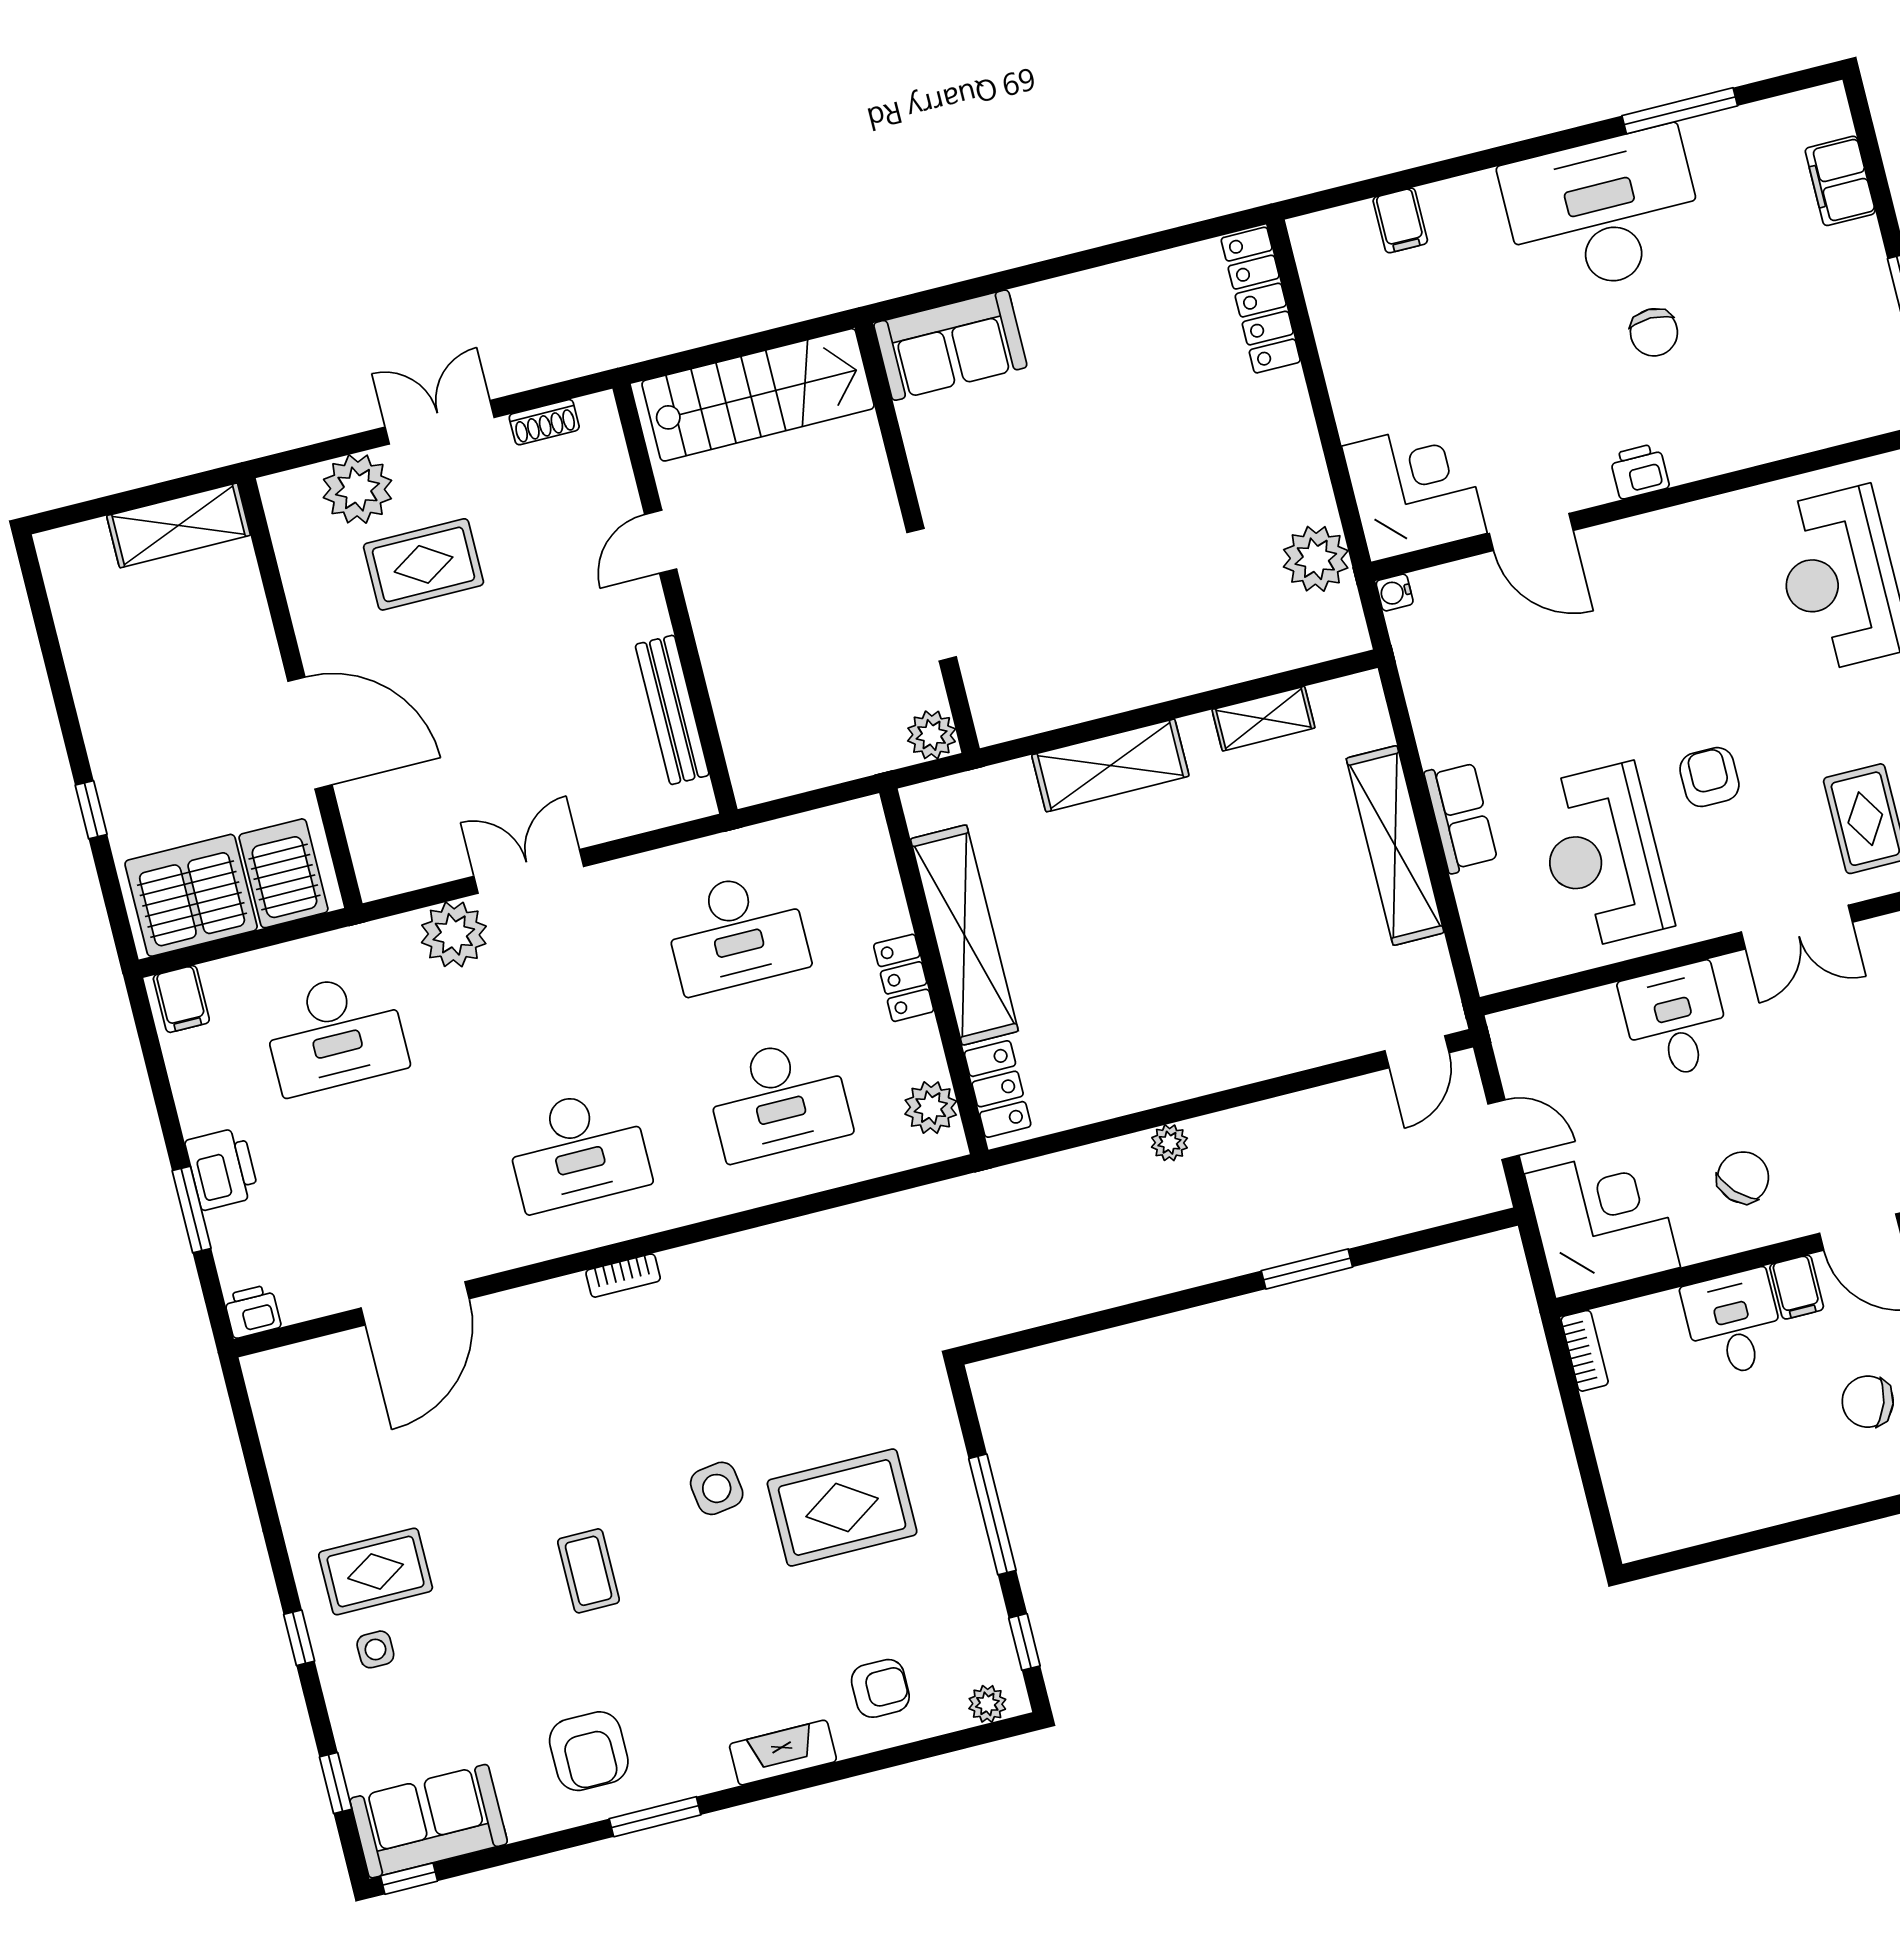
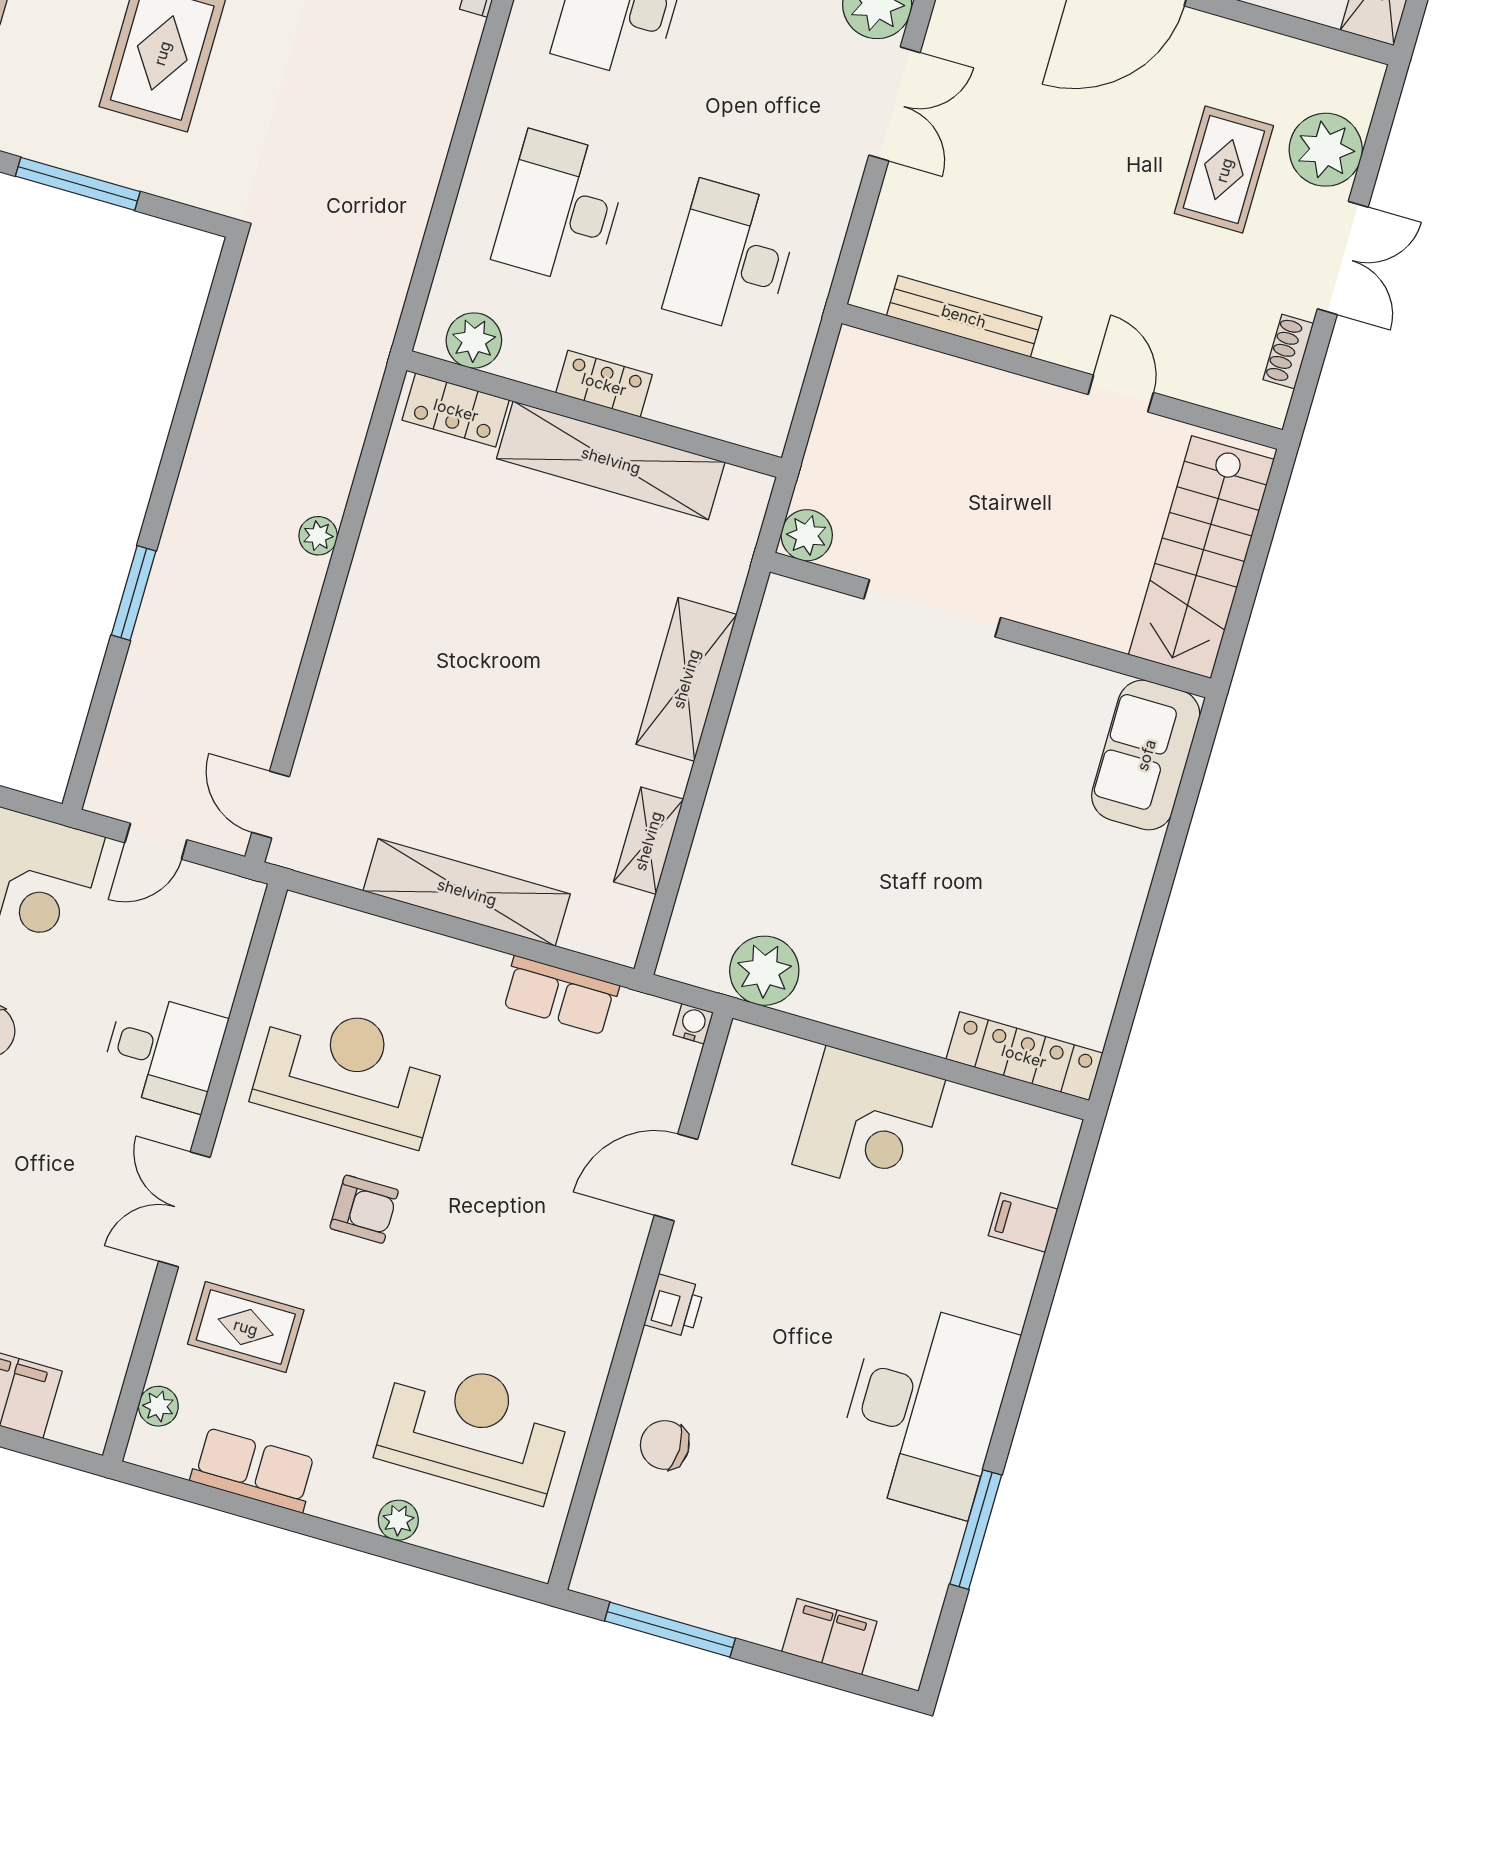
chair: (1654, 332) -> (665, 1445), moved
corner desk: (1414, 490) -> (869, 1122), moved
row of seats: (1461, 817) -> (560, 995), moved

